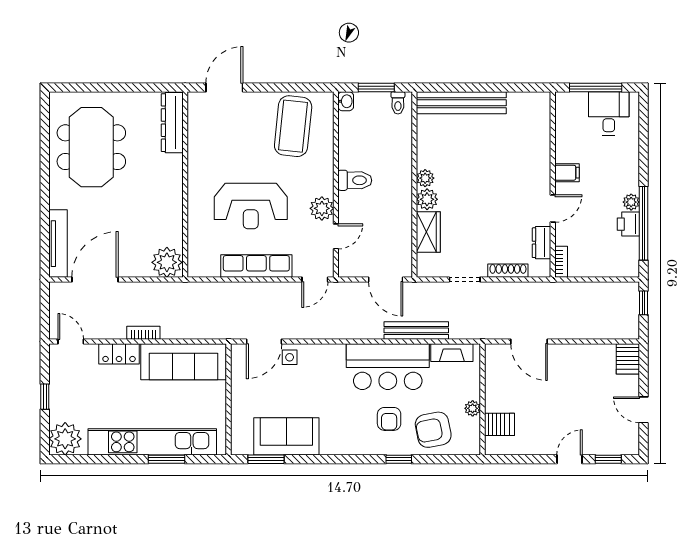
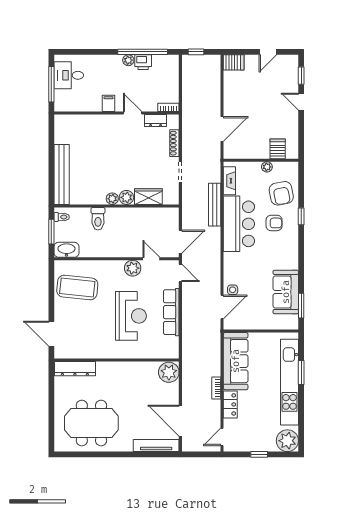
washbasin: (346, 101) -> (66, 250), width x1.91, depth x1.45
toilet: (355, 180) -> (98, 219), moved, turned 180
door: (386, 280) -> (180, 242), moved
door: (264, 342) -> (222, 307), hinge flipped

